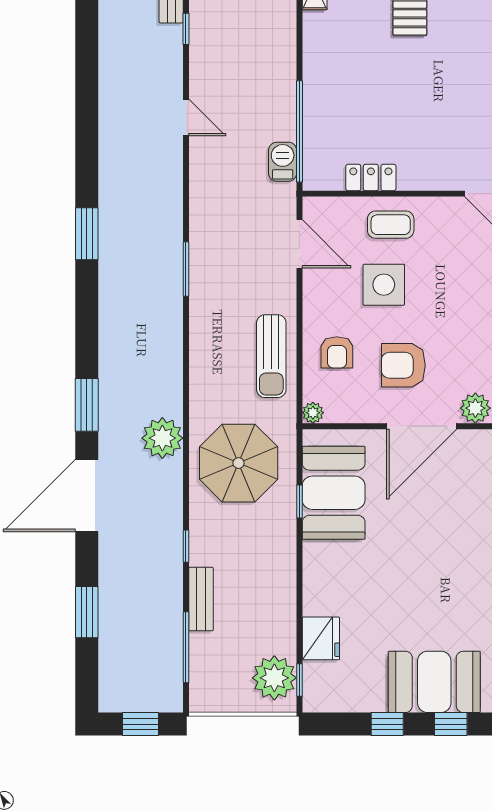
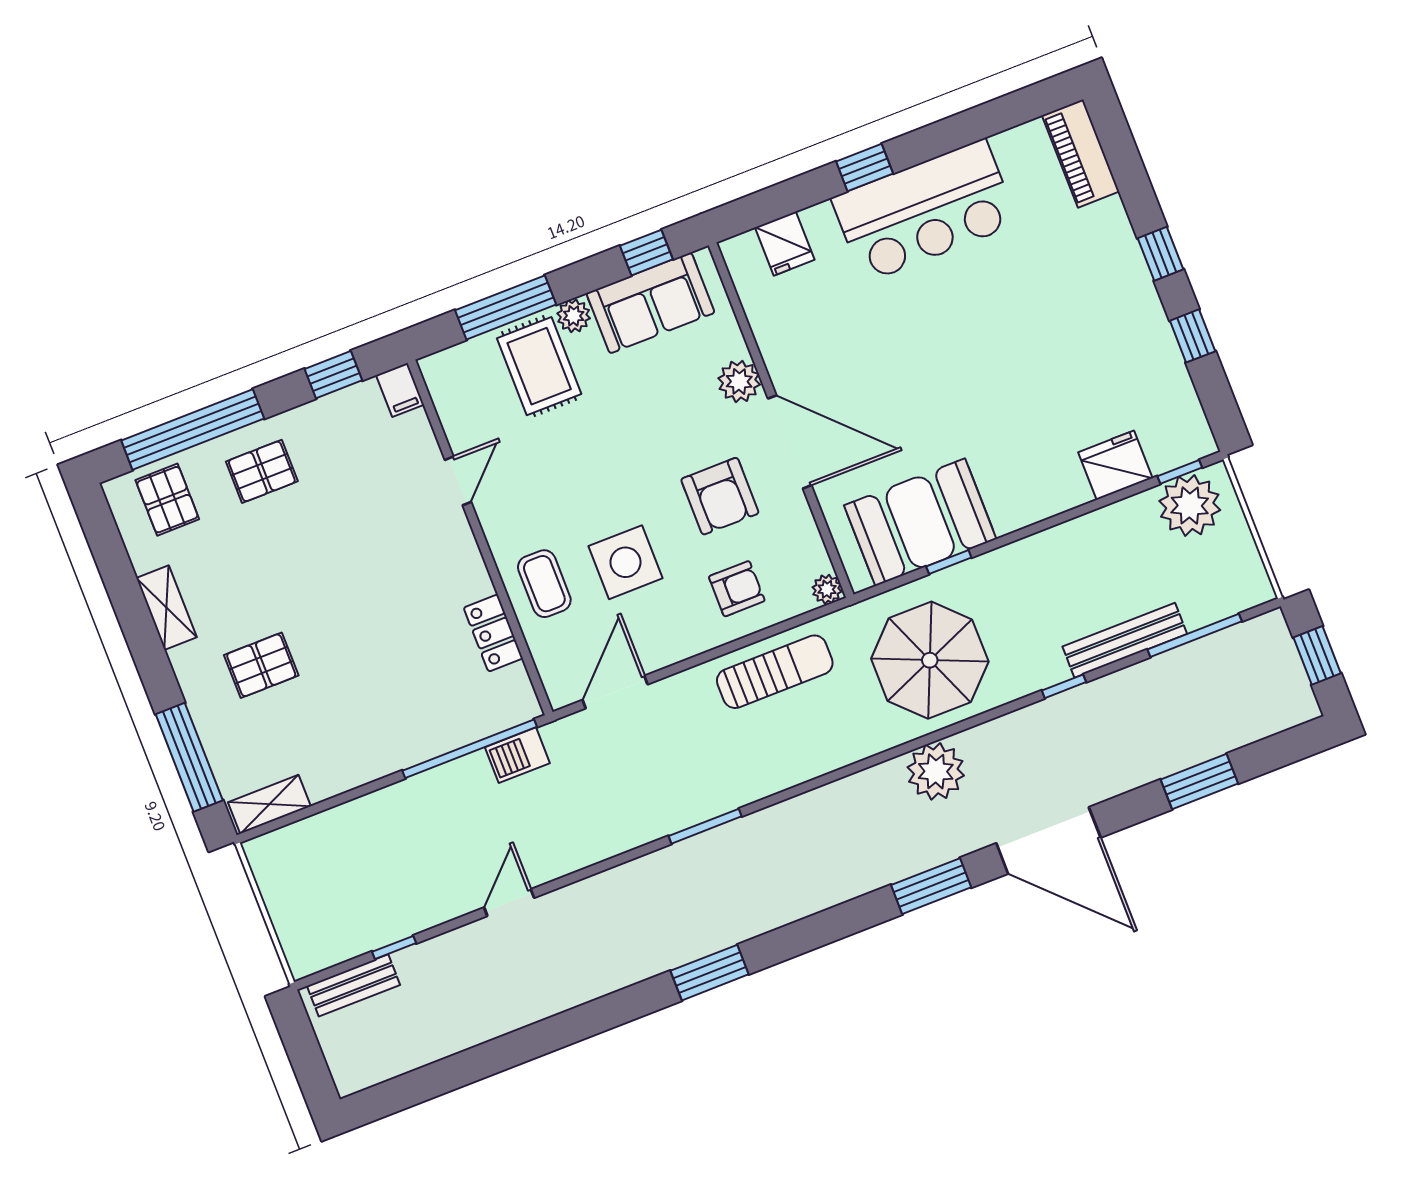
bench: (201, 599) -> (1125, 640), width x1.36
booth: (434, 682) -> (1114, 296), removed

